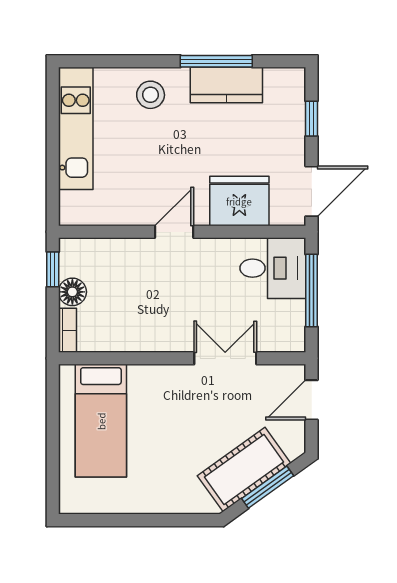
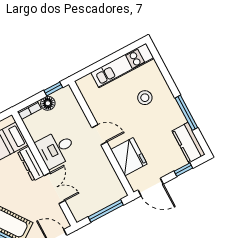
kitchen counter: (226, 85) -> (189, 143), moved
stool: (151, 95) -> (145, 98), moved
desk: (273, 268) -> (56, 149), moved, turned 90
dresser: (161, 377) -> (31, 164), added

